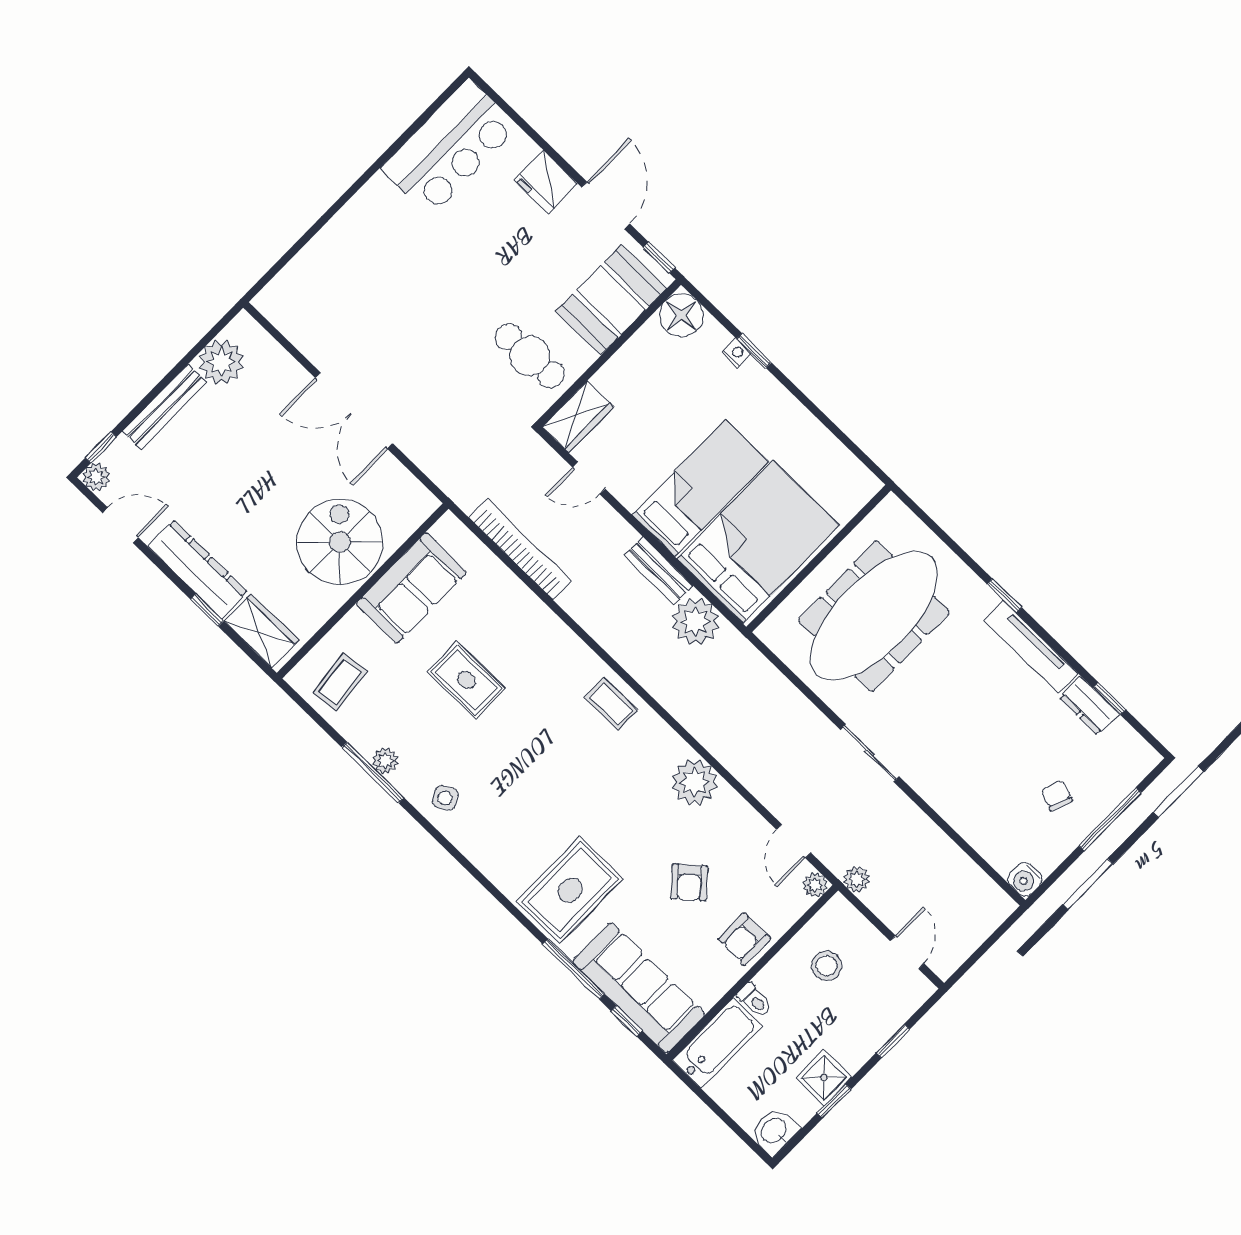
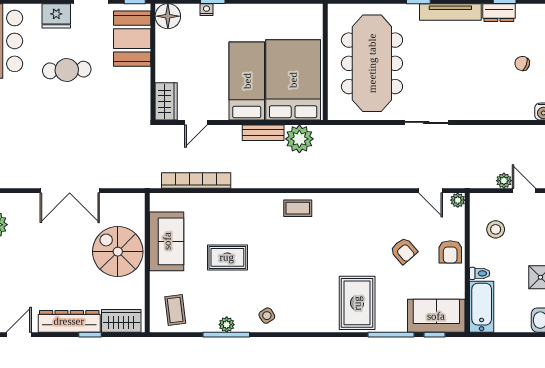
cafe table: (530, 356) -> (67, 70), moved
plant: (694, 782) -> (365, 207), removed
plant: (857, 879) -> (504, 181), moved
sofa: (639, 988) -> (436, 316), width x0.73

